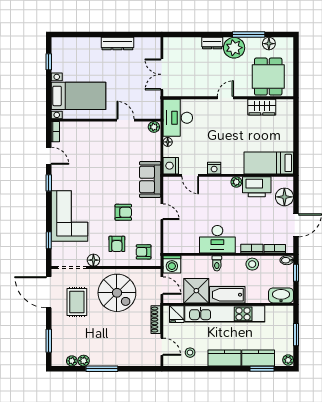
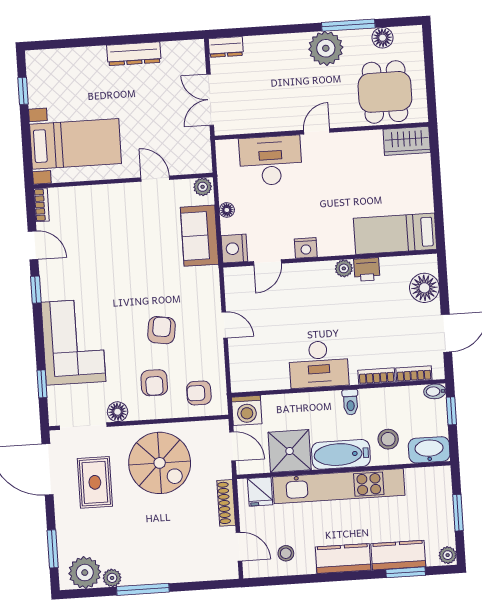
dresser: (212, 43) -> (226, 47), moved
wardrobe: (262, 107) -> (407, 141), moved
desk: (178, 118) -> (271, 161), moved, turned 90
door: (190, 175) -> (267, 262), hinge flipped
sofa: (150, 180) -> (199, 236), moved
printer: (257, 187) -> (367, 269), width x0.53, depth x0.68
armchair: (123, 212) -> (161, 330), turned -82
toilet: (217, 263) -> (350, 402), moved
stool: (252, 264) -> (388, 439), moved
plant: (72, 361) -> (85, 573), width x1.88, depth x1.88

